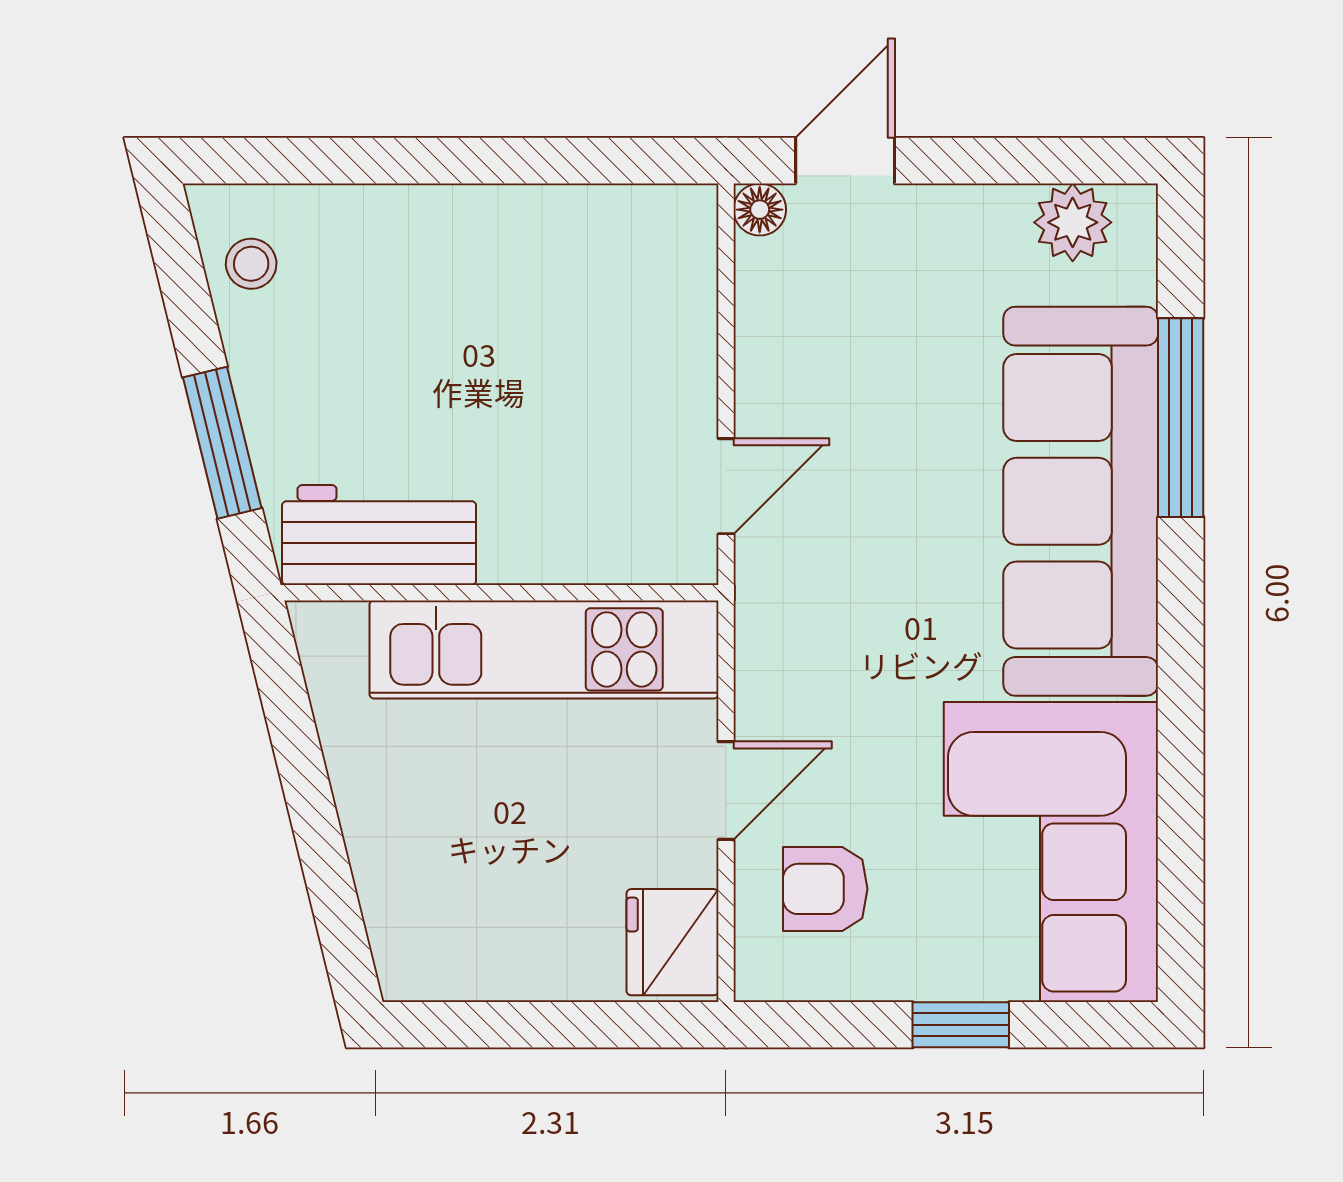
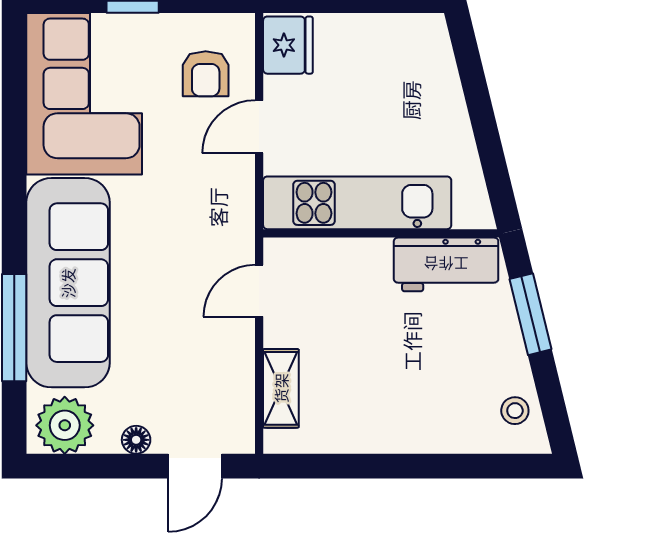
floor lamp: (760, 210) -> (136, 440), moved
plant: (1073, 222) -> (65, 425), width x1.36, depth x1.36
shelving: (685, 305) -> (281, 388), added
armchair: (825, 889) -> (206, 74), turned 90

